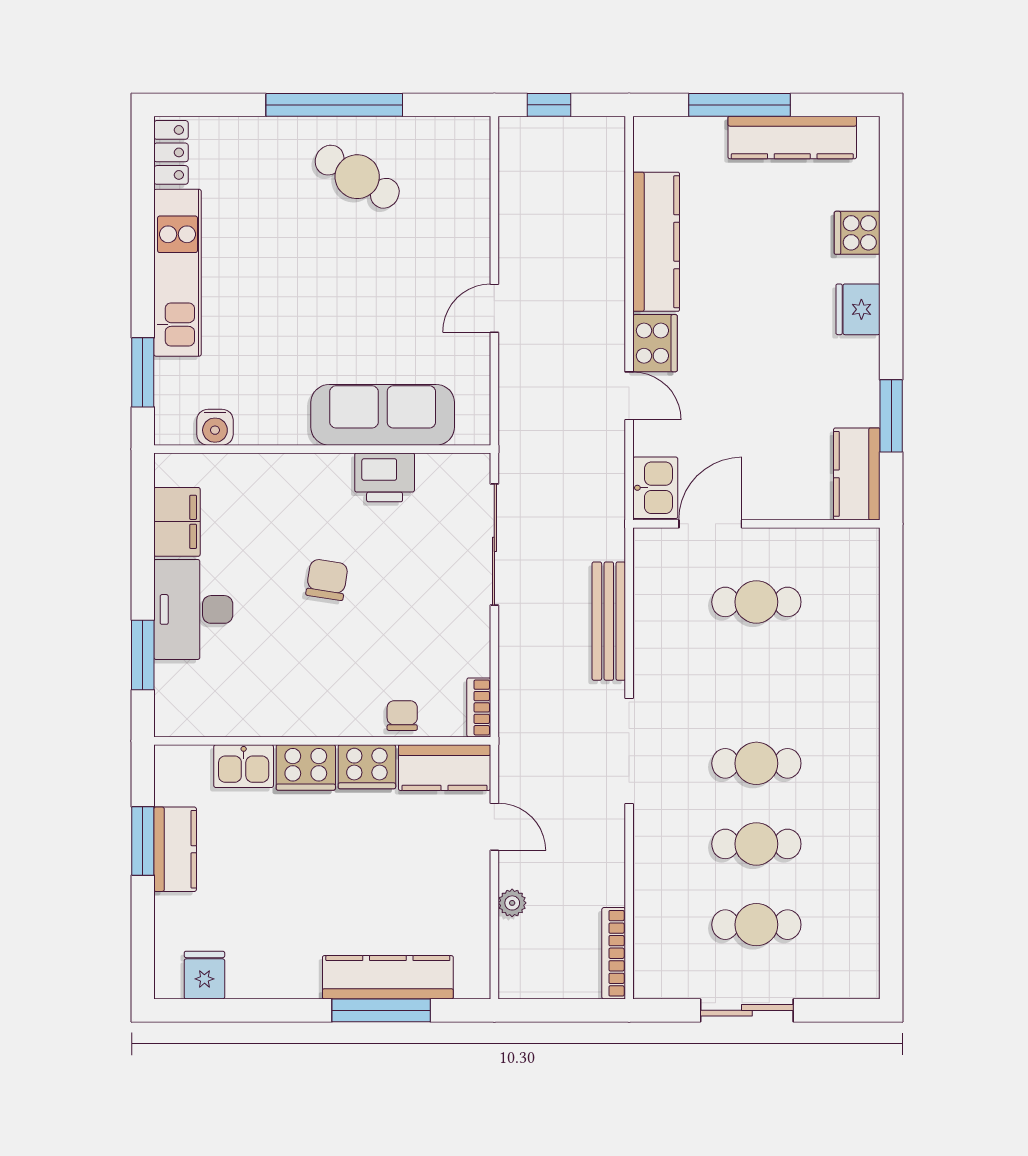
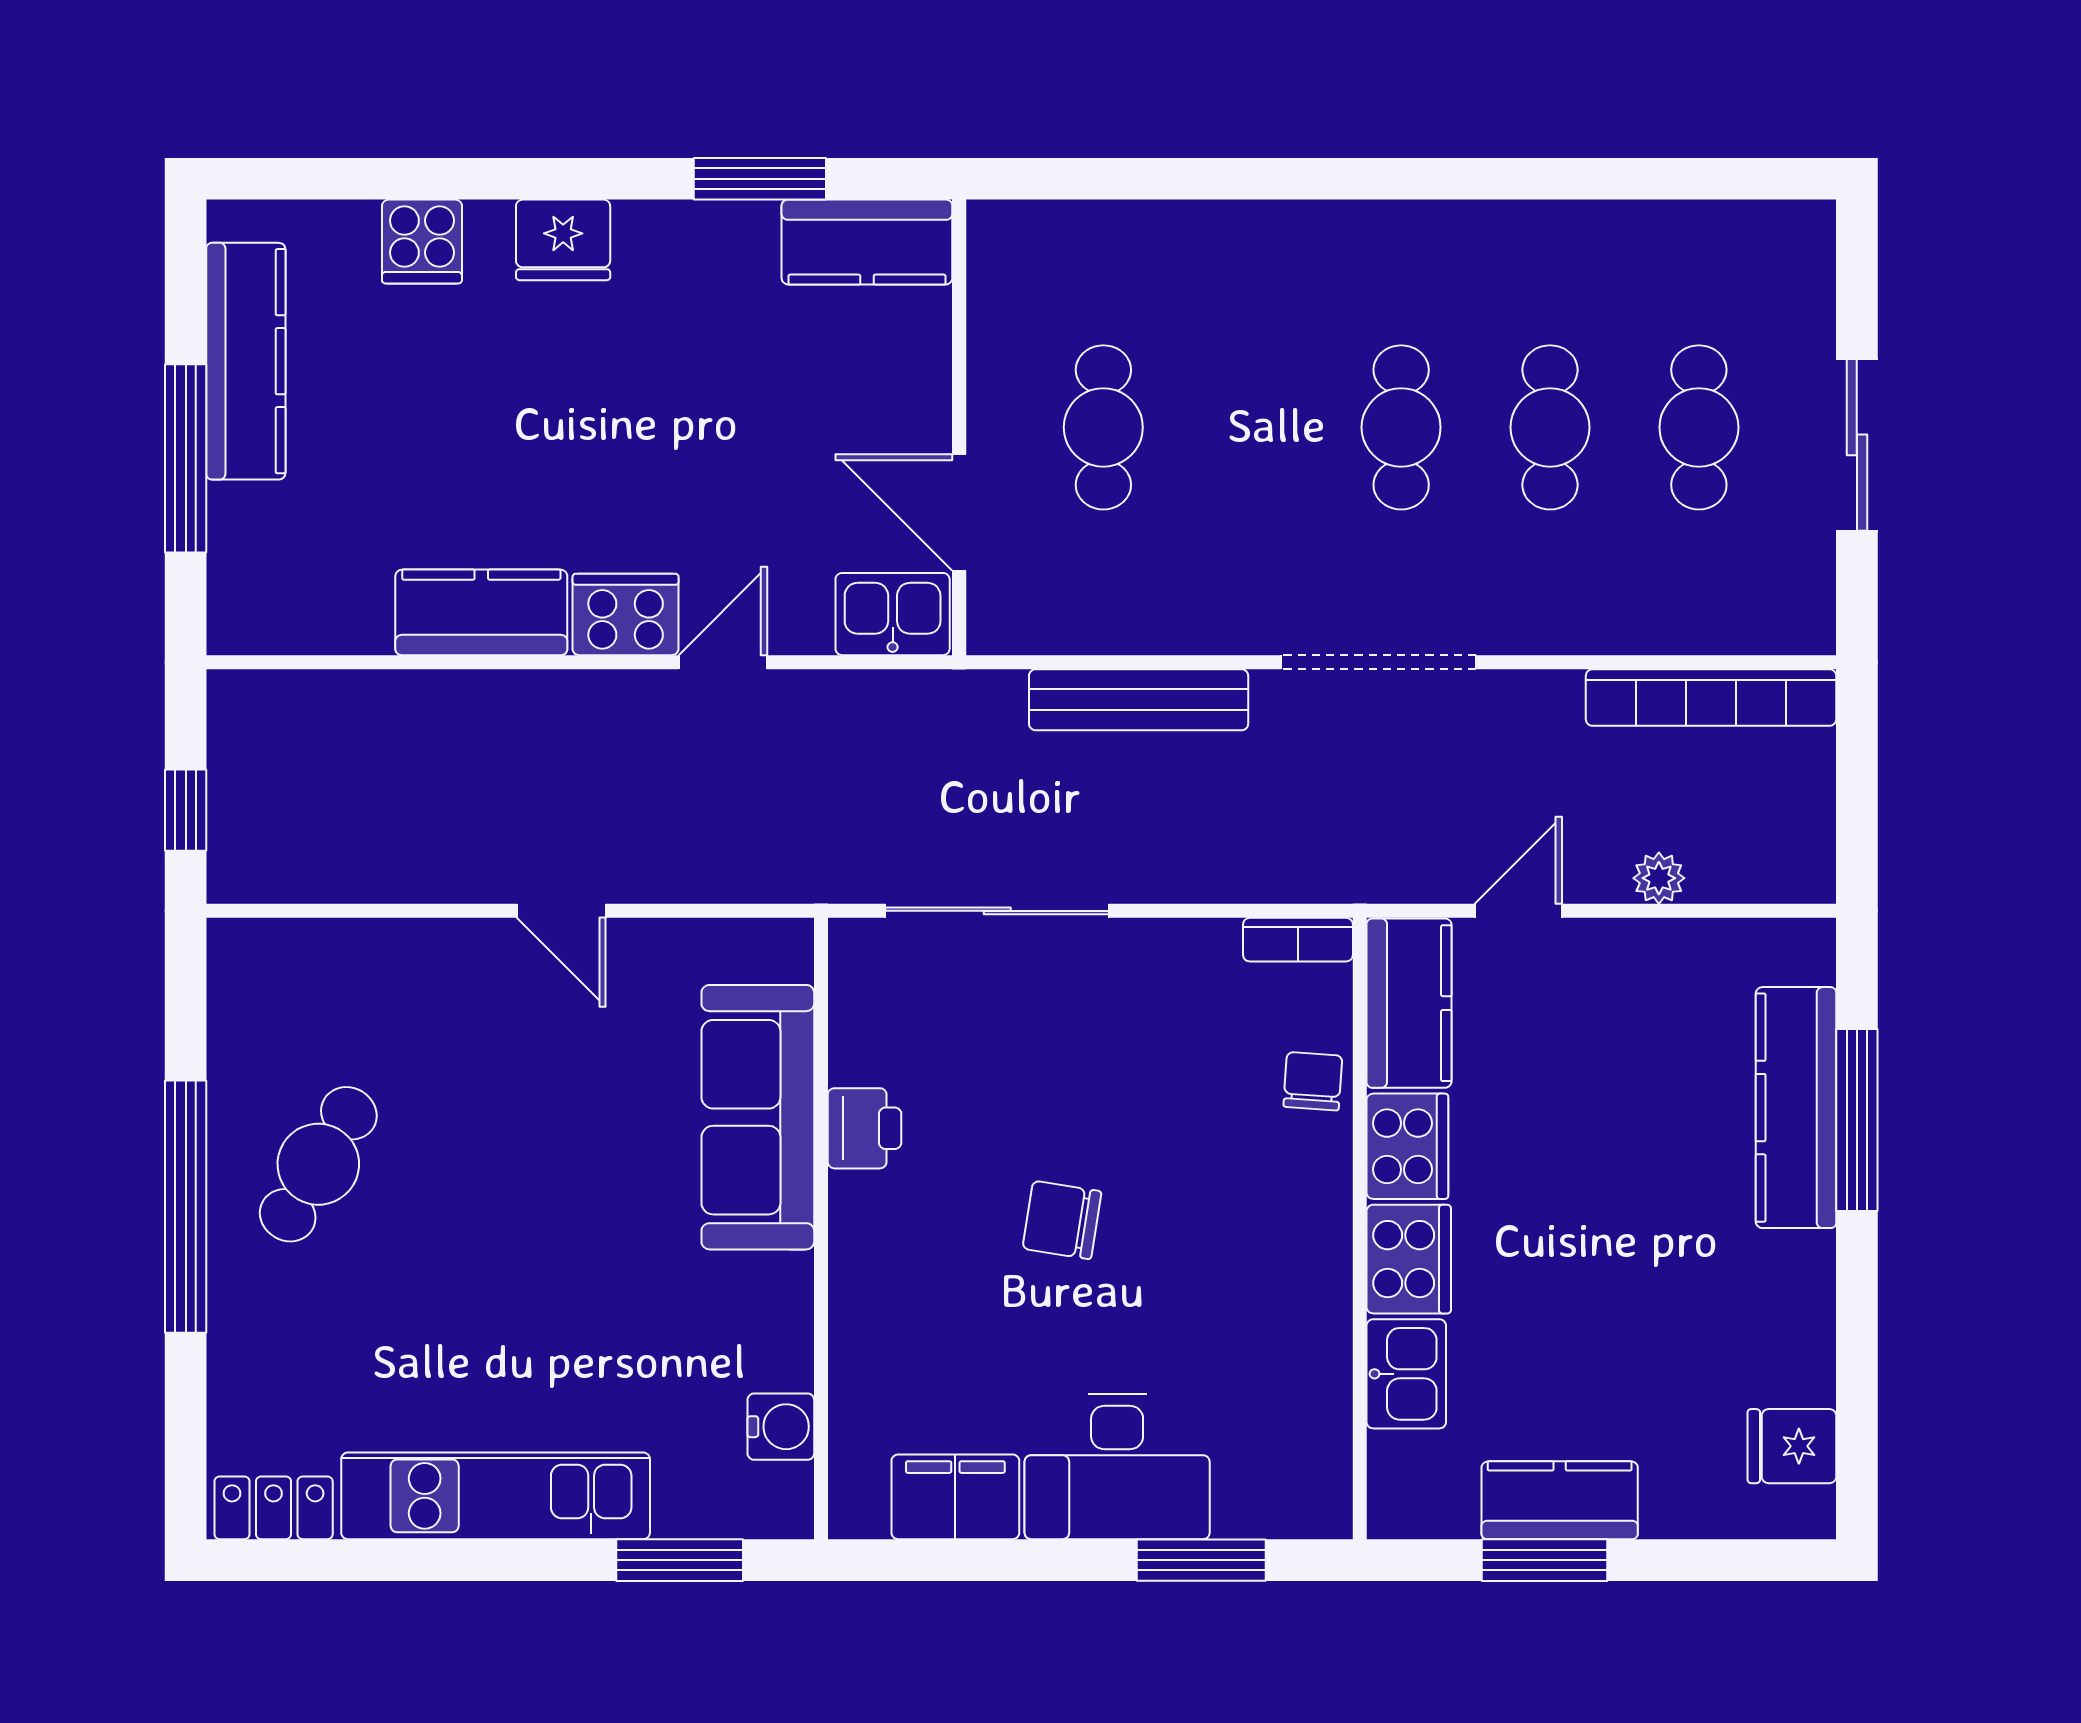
kitchen counter: (656, 242) -> (481, 612), width x0.67
printer: (385, 477) -> (864, 1128), width x0.73, depth x0.81
chair: (402, 716) -> (1313, 1081), turned 94
bookcase: (614, 953) -> (1711, 698), width x1.48, depth x1.31

